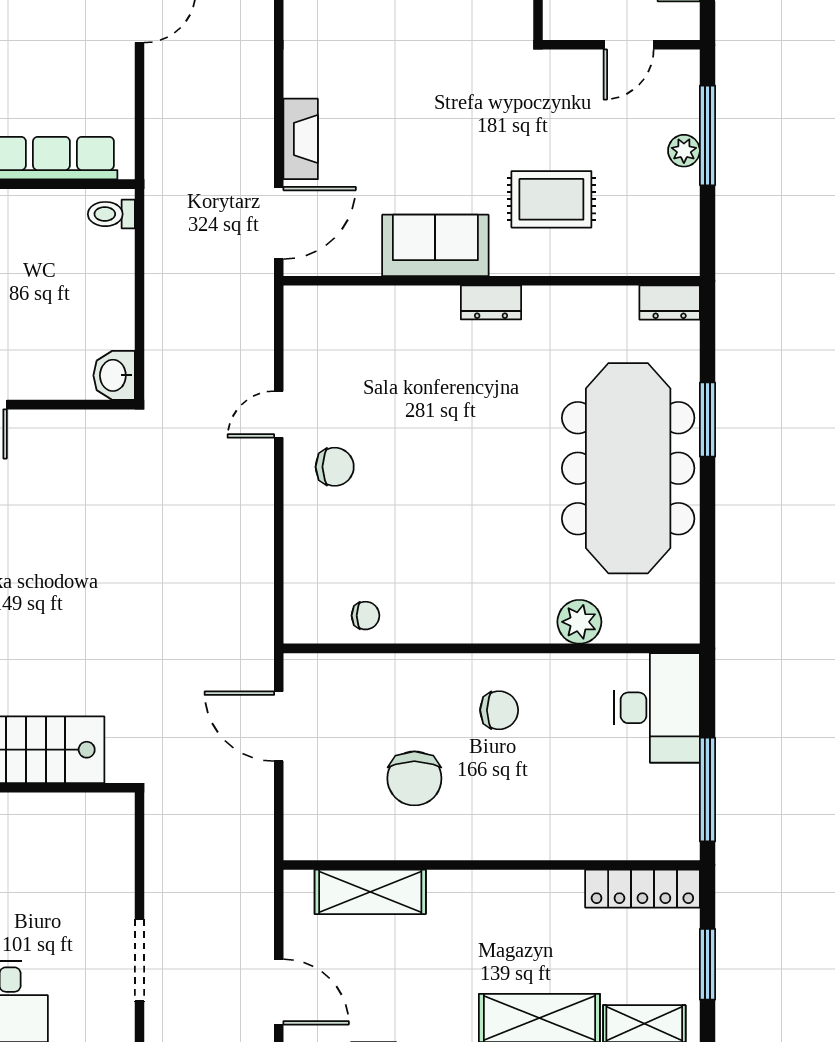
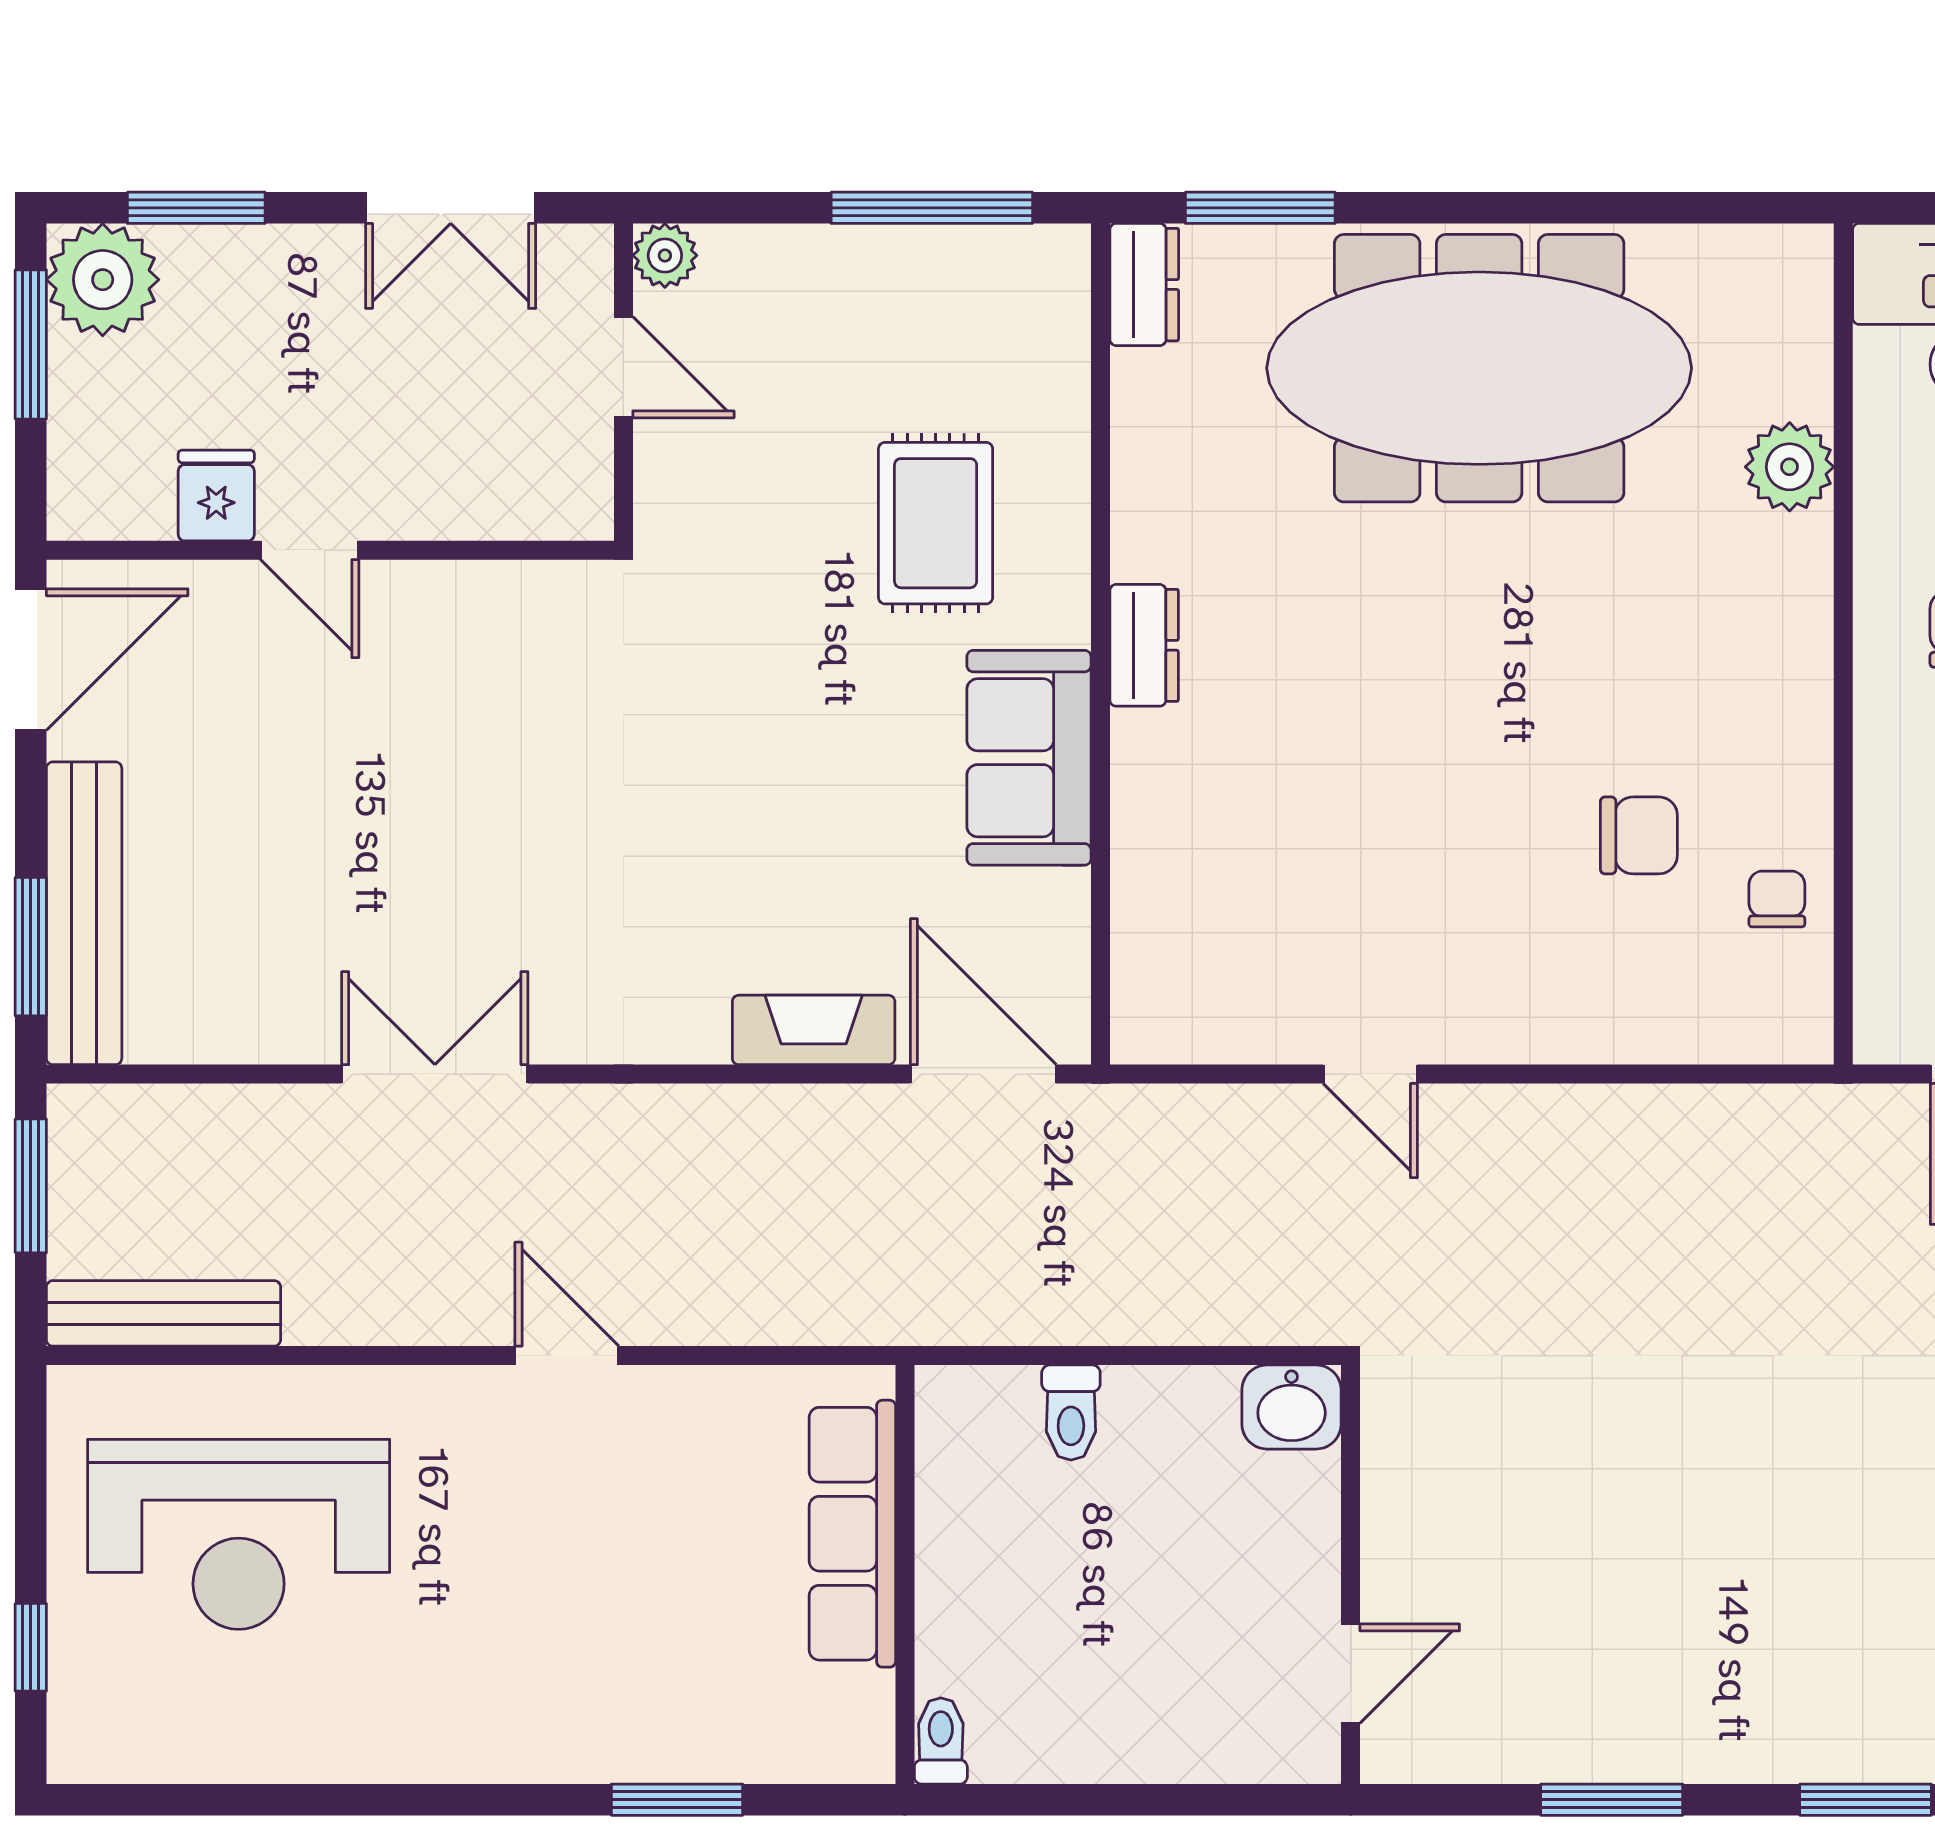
window: (708, 135) -> (932, 208), moved
plant: (684, 151) -> (665, 255), moved
toilet: (111, 214) -> (1071, 1413), moved
window: (708, 420) -> (1260, 208), moved
chair: (335, 467) -> (1639, 835), moved, turned 90

